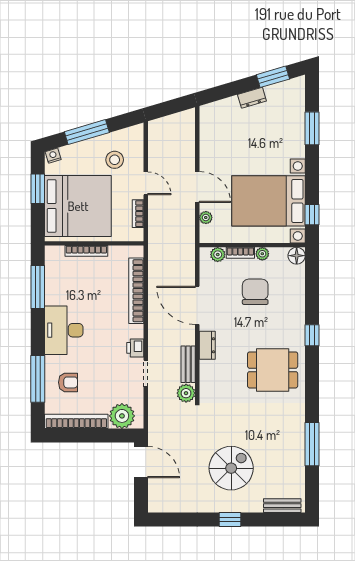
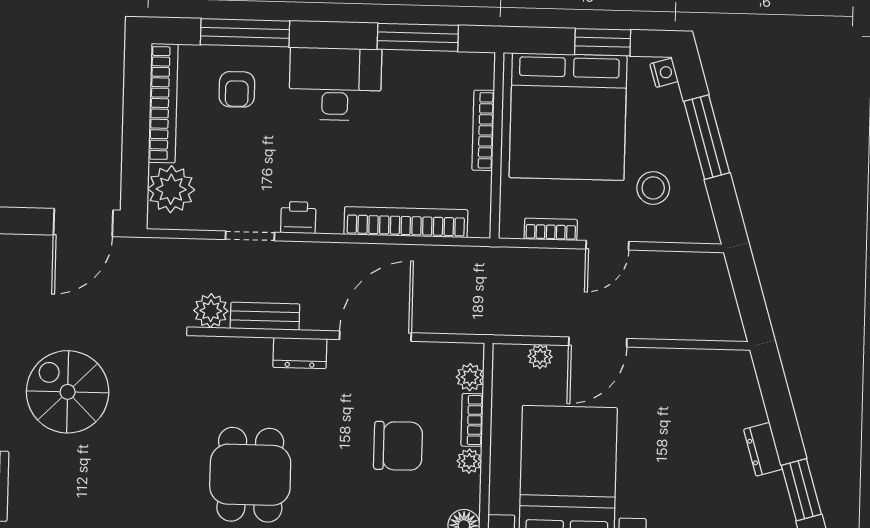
spiral stairs: (231, 468) -> (68, 392), turned 180

